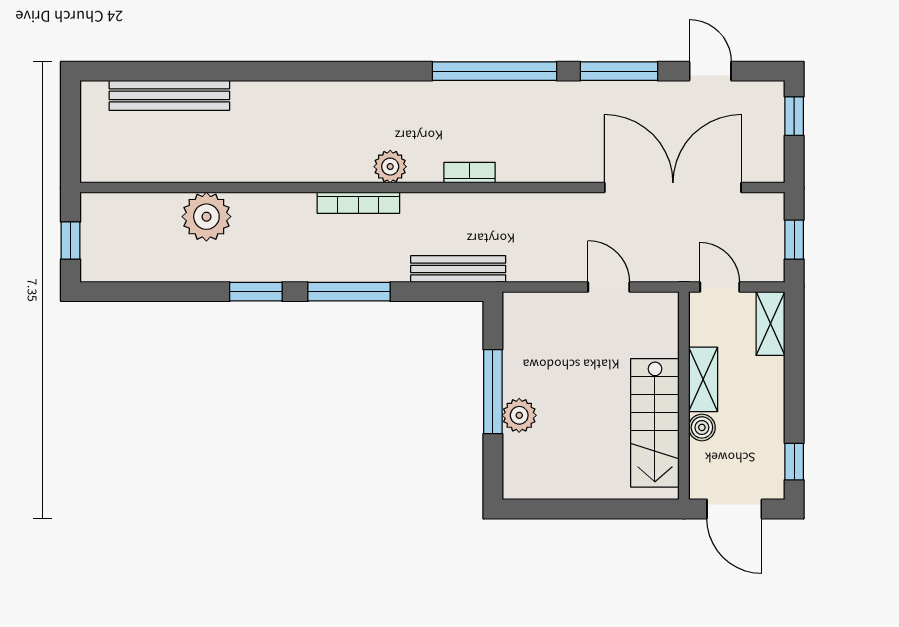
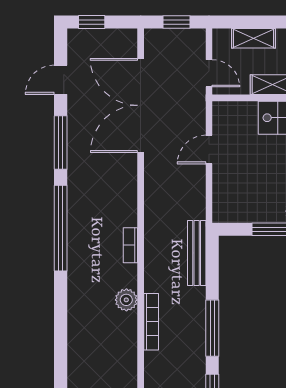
door: (720, 287) -> (209, 73), swing flipped
shelving: (770, 324) -> (254, 38), moved

